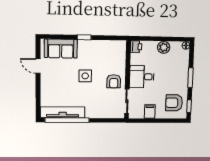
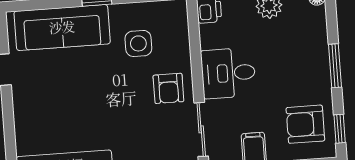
sofa: (61, 49) -> (62, 27), width x1.36
side table: (85, 76) -> (138, 43), moved

